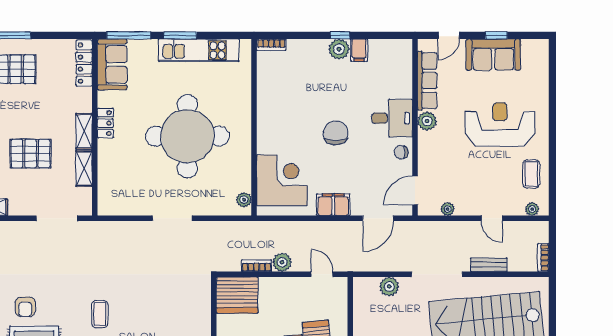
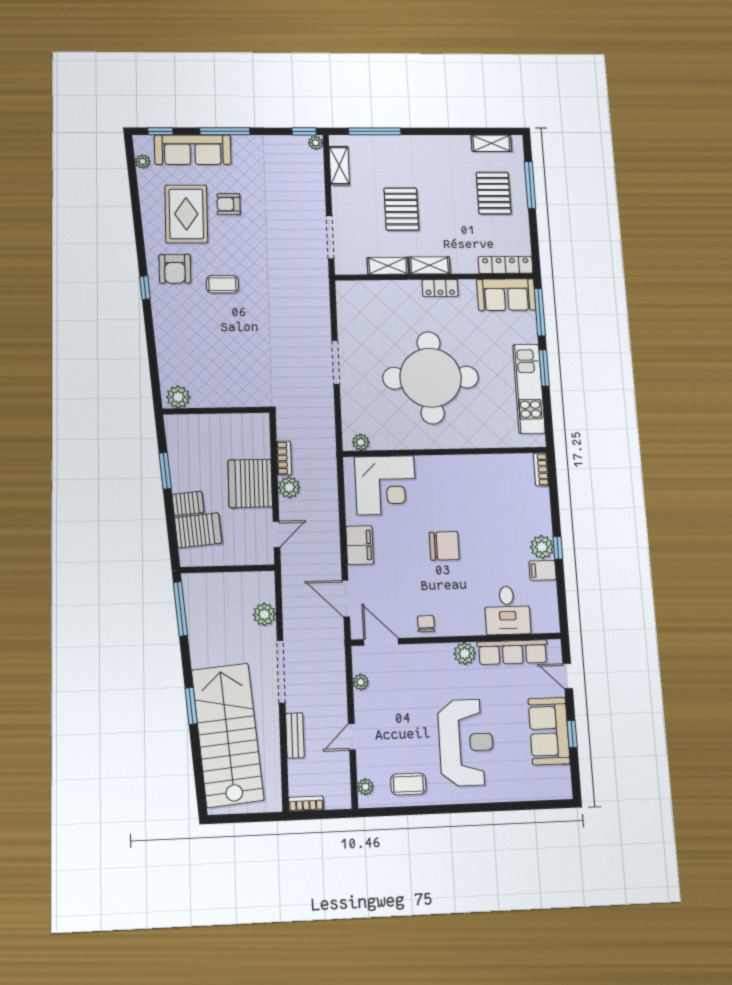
desk: (392, 118) -> (507, 610), moved
server rack: (237, 295) -> (250, 483), moved

